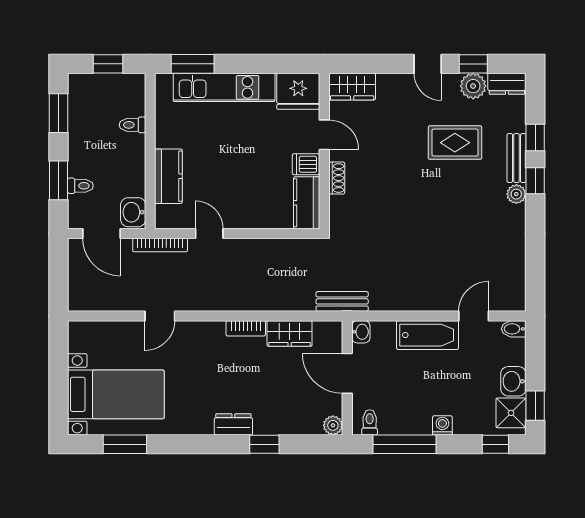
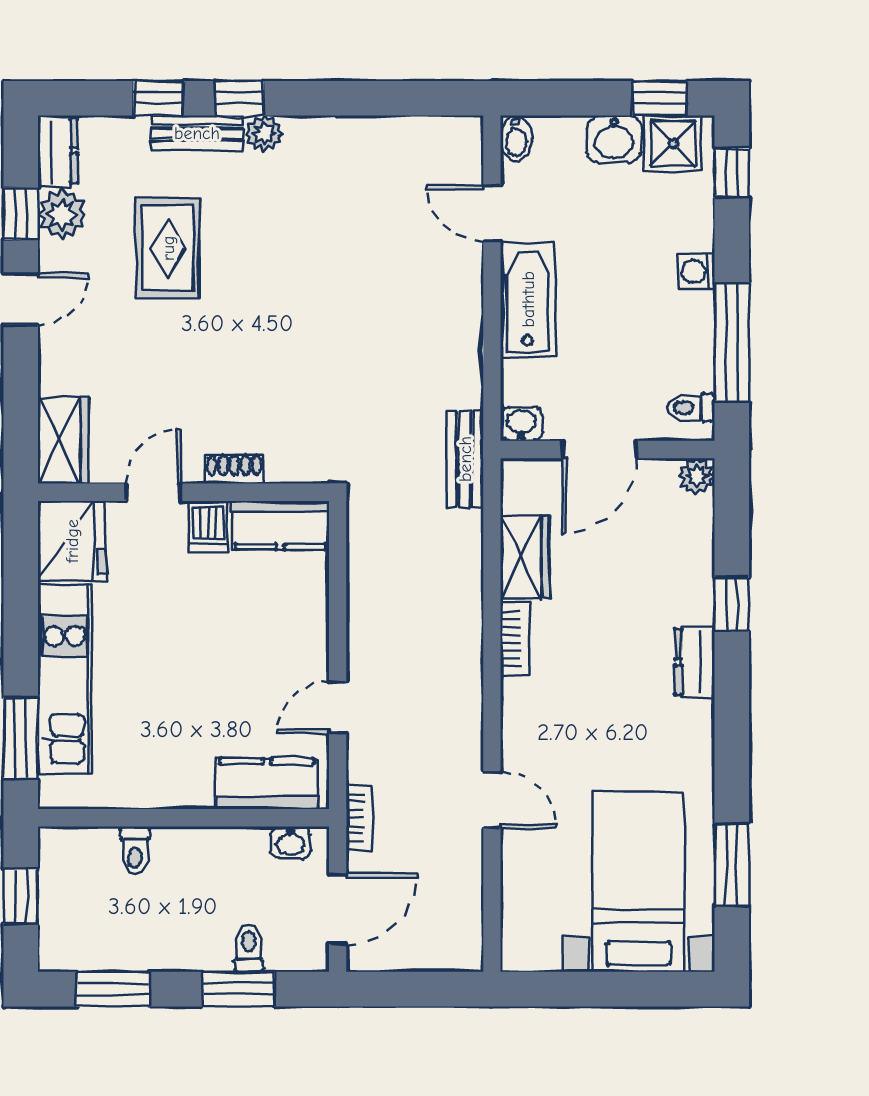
kitchen counter: (168, 176) -> (267, 784), moved
washbasin: (133, 212) -> (290, 842), width x0.72, depth x0.69
bookcase: (160, 245) -> (359, 818), width x0.64

